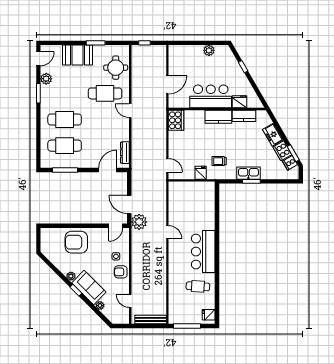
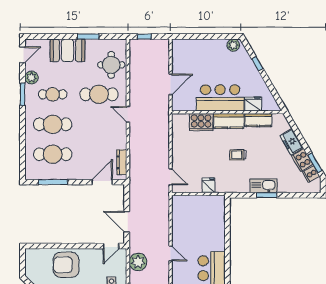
plant: (209, 50) -> (233, 45), moved
cafe table: (65, 93) -> (53, 94), added
cooker: (176, 120) -> (201, 122), moved, turned 90
trolley: (219, 161) -> (238, 155), moved
plant: (139, 222) -> (138, 262), moved

